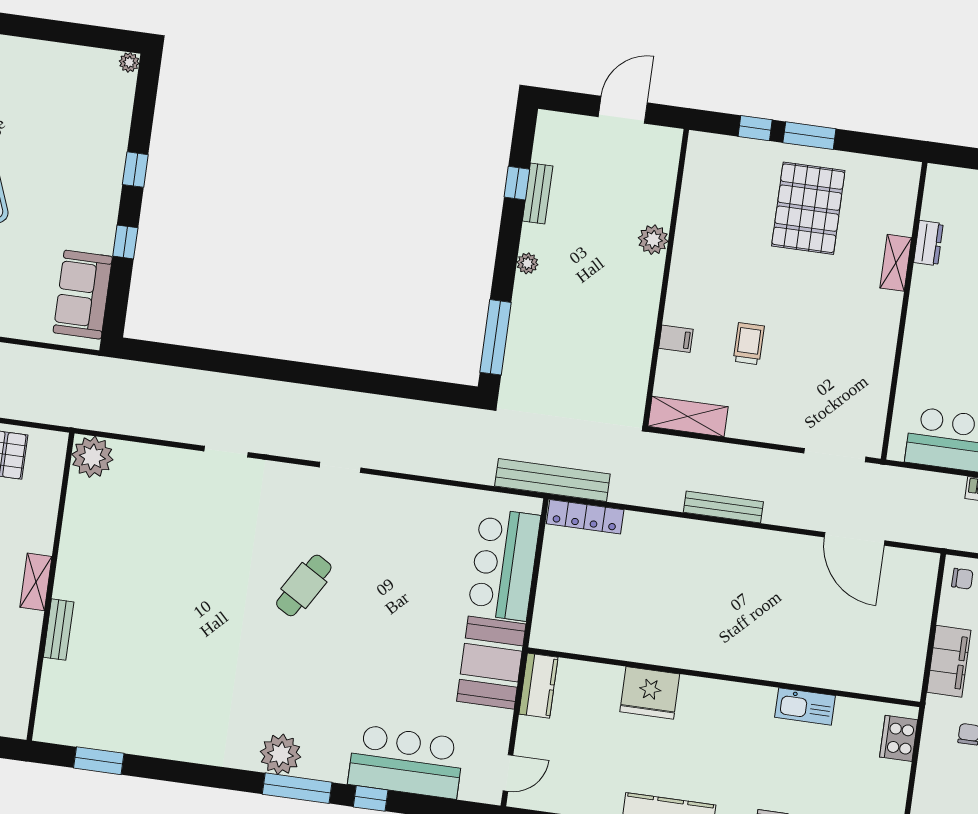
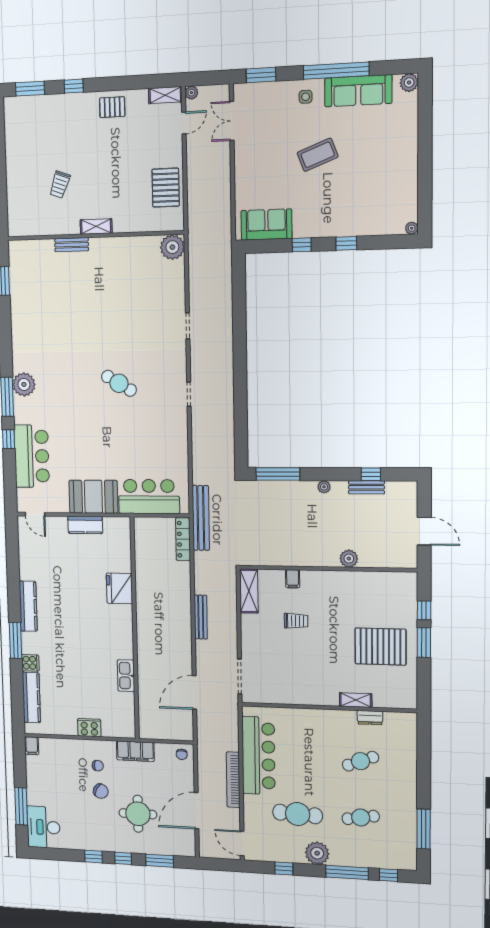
wall: (724, 677) -> (135, 629), moved
fridge: (650, 693) -> (119, 588), moved
kitchen sink: (805, 706) -> (126, 676), moved

